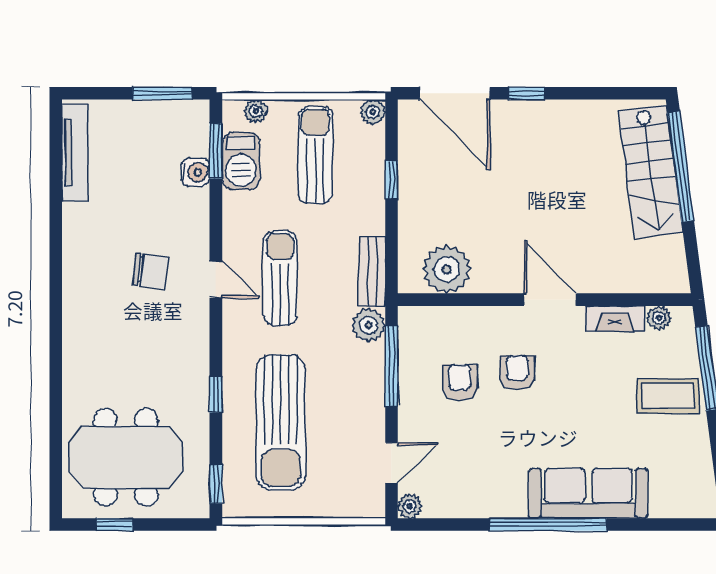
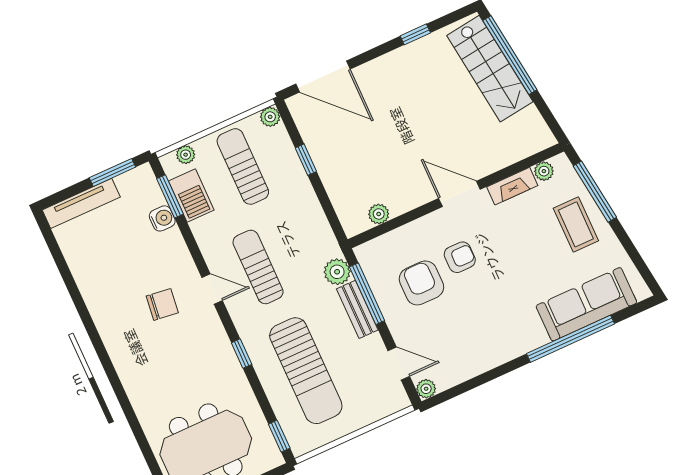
window: (526, 93) -> (415, 34), moved
tv unit: (75, 153) -> (81, 203), moved, turned 90
plant: (447, 269) -> (379, 214), width x0.53, depth x0.53
bench: (372, 271) -> (357, 309), moved
armchair: (517, 373) -> (460, 257), turned 90
armchair: (460, 382) -> (421, 283), width x1.38, depth x1.38
window: (216, 394) -> (242, 354), moved
coffee table: (668, 396) -> (576, 224), turned 90
door: (391, 463) -> (399, 363), hinge flipped
sofa: (588, 493) -> (586, 304), moved
window: (548, 524) -> (570, 339), moved

